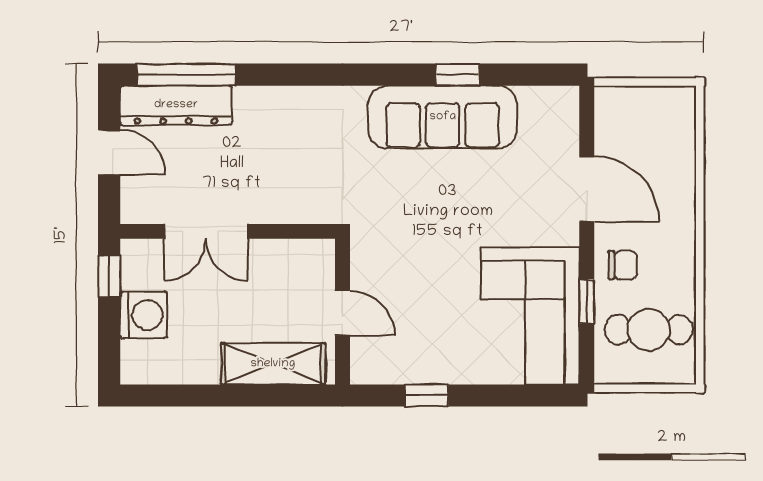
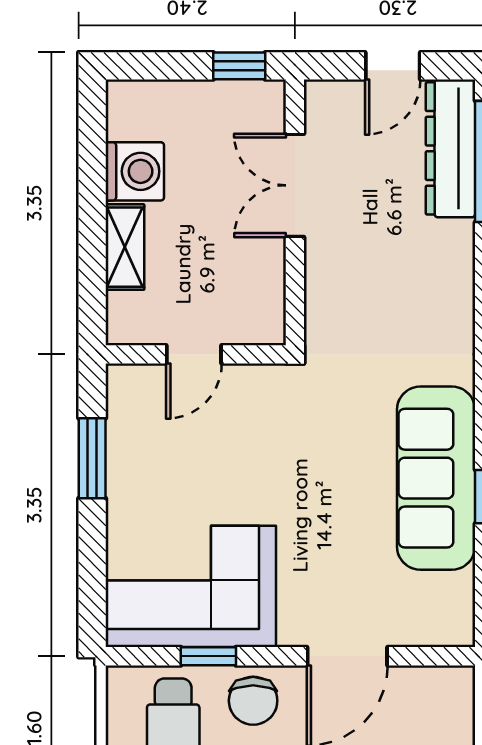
chair: (623, 265) -> (253, 701), width x1.37, depth x1.37
washing machine: (144, 315) -> (135, 171), moved, turned -90
shelving: (273, 364) -> (125, 247), width x0.67, depth x0.75
window: (427, 395) -> (92, 458), width x1.50

